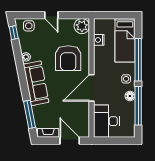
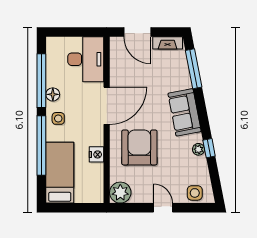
window: (14, 33) -> (209, 148), moved
nightstand: (99, 40) -> (96, 154), moved
sofa: (36, 83) -> (185, 112), width x0.73

